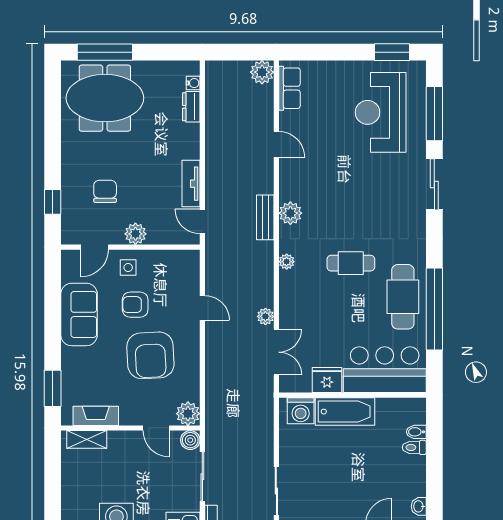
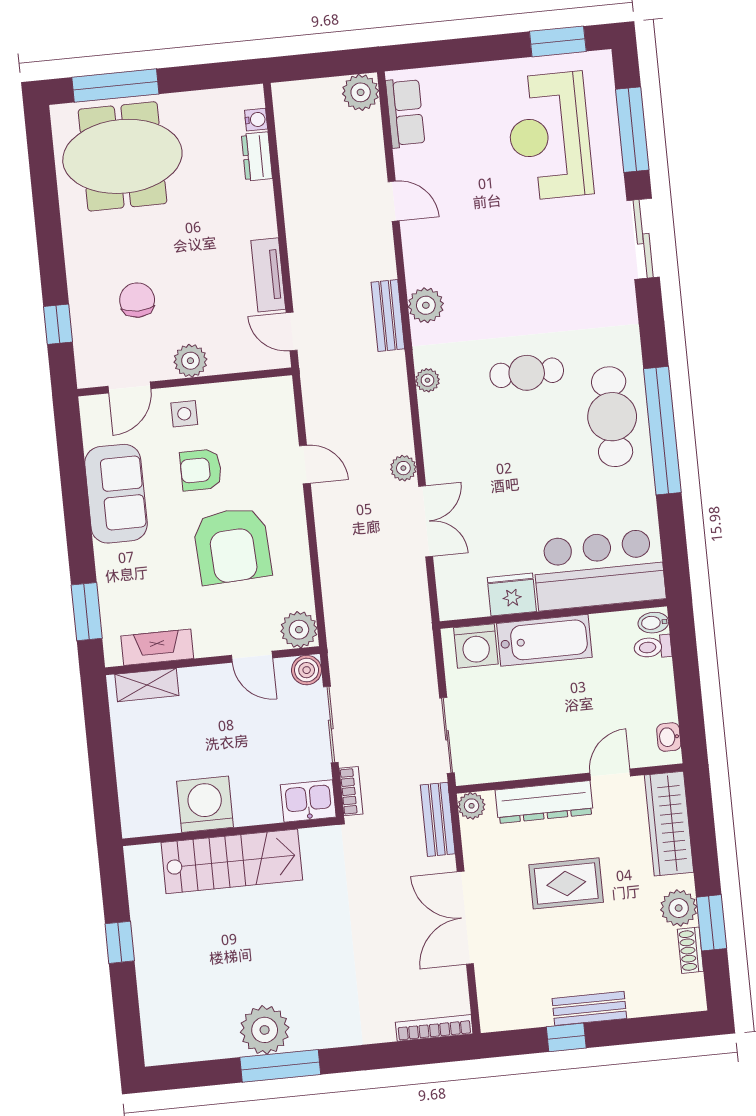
bar counter: (385, 370) -> (599, 570), moved
fridge: (327, 380) -> (512, 595), moved
wall: (352, 395) -> (553, 614), moved
washing machine: (301, 411) -> (476, 646), moved
bathtub: (345, 412) -> (544, 640), moved

